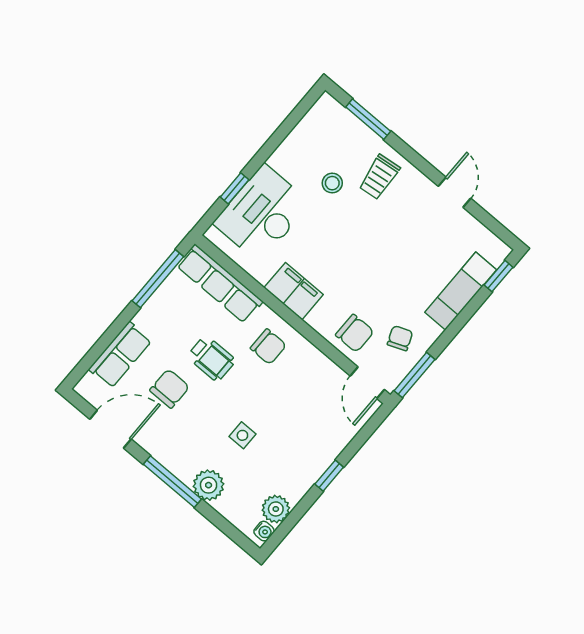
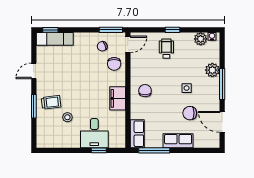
window: (368, 119) -> (34, 106), moved
desk: (262, 213) -> (94, 133), width x0.73
row of seats: (220, 284) -> (137, 134), width x0.68
exam couch: (461, 291) -> (55, 39), moved
chair: (355, 333) -> (114, 64), turned 180
row of seats: (120, 355) -> (178, 141), moved
wheelchair: (211, 358) -> (166, 49), moved
side table: (242, 435) -> (187, 88), moved

